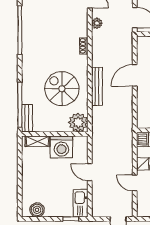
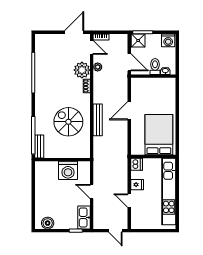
plant: (78, 122) -> (82, 70), moved
shelving: (37, 141) -> (48, 166), removed

